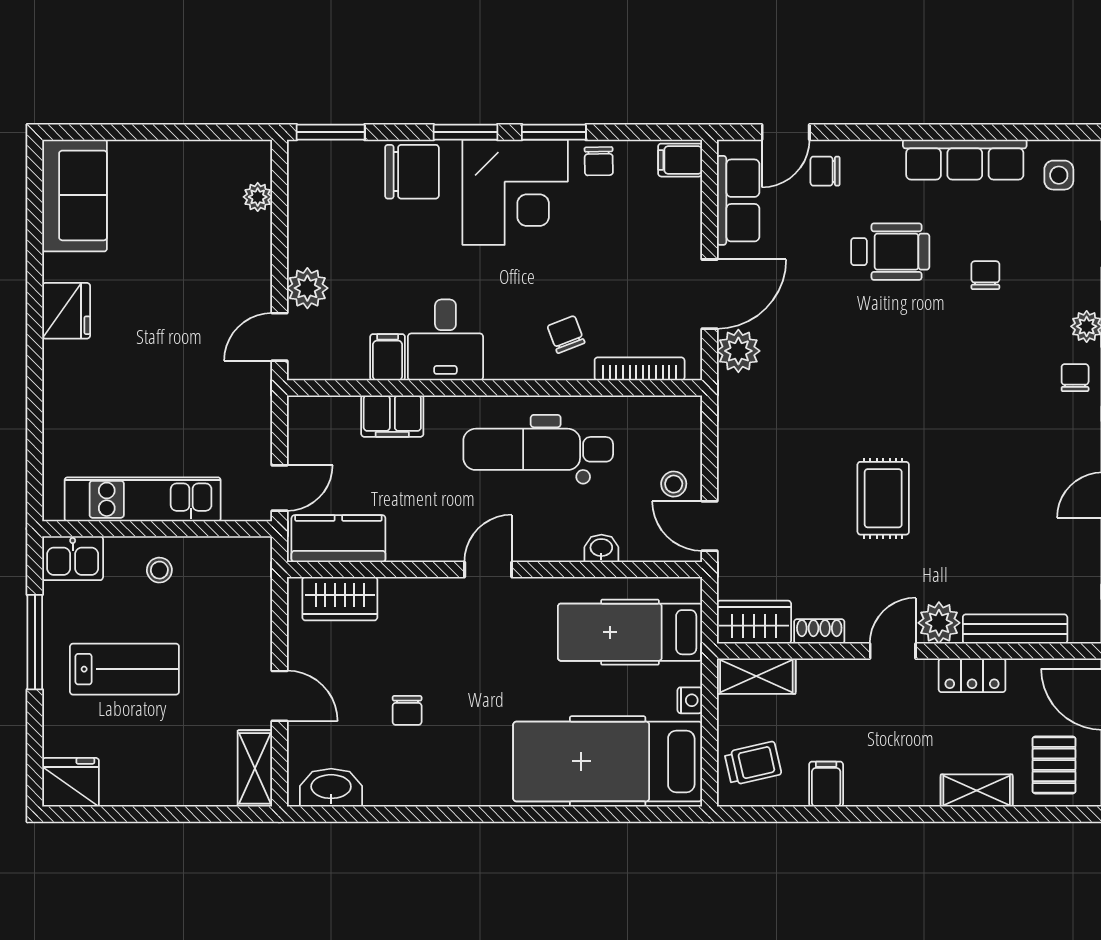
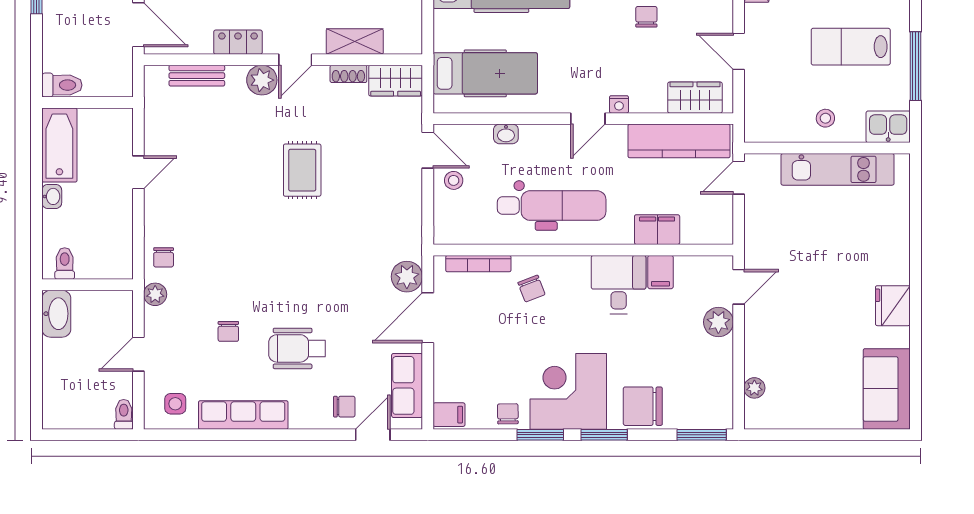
kitchen counter: (338, 539) -> (679, 141), width x1.50
bench: (1015, 629) -> (197, 76), width x0.73
shelving: (756, 676) -> (355, 41), moved
door: (279, 696) -> (739, 51), moved
nightstand: (690, 700) -> (619, 104), moved, turned -90

